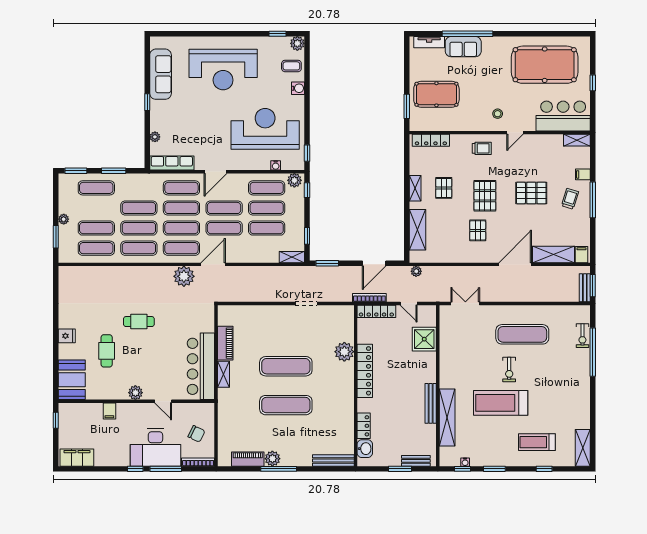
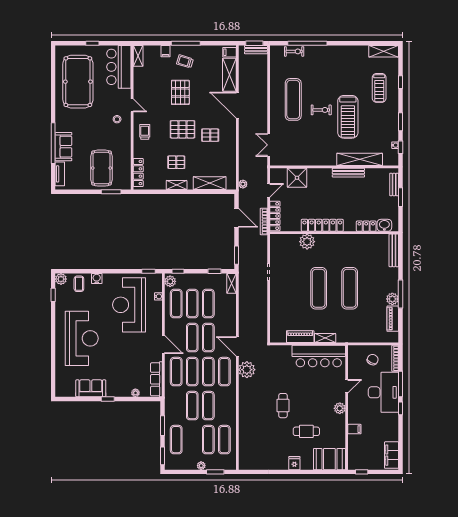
sofa: (161, 74) -> (91, 388), width x0.73
exercise mat: (139, 248) -> (224, 406), removed

